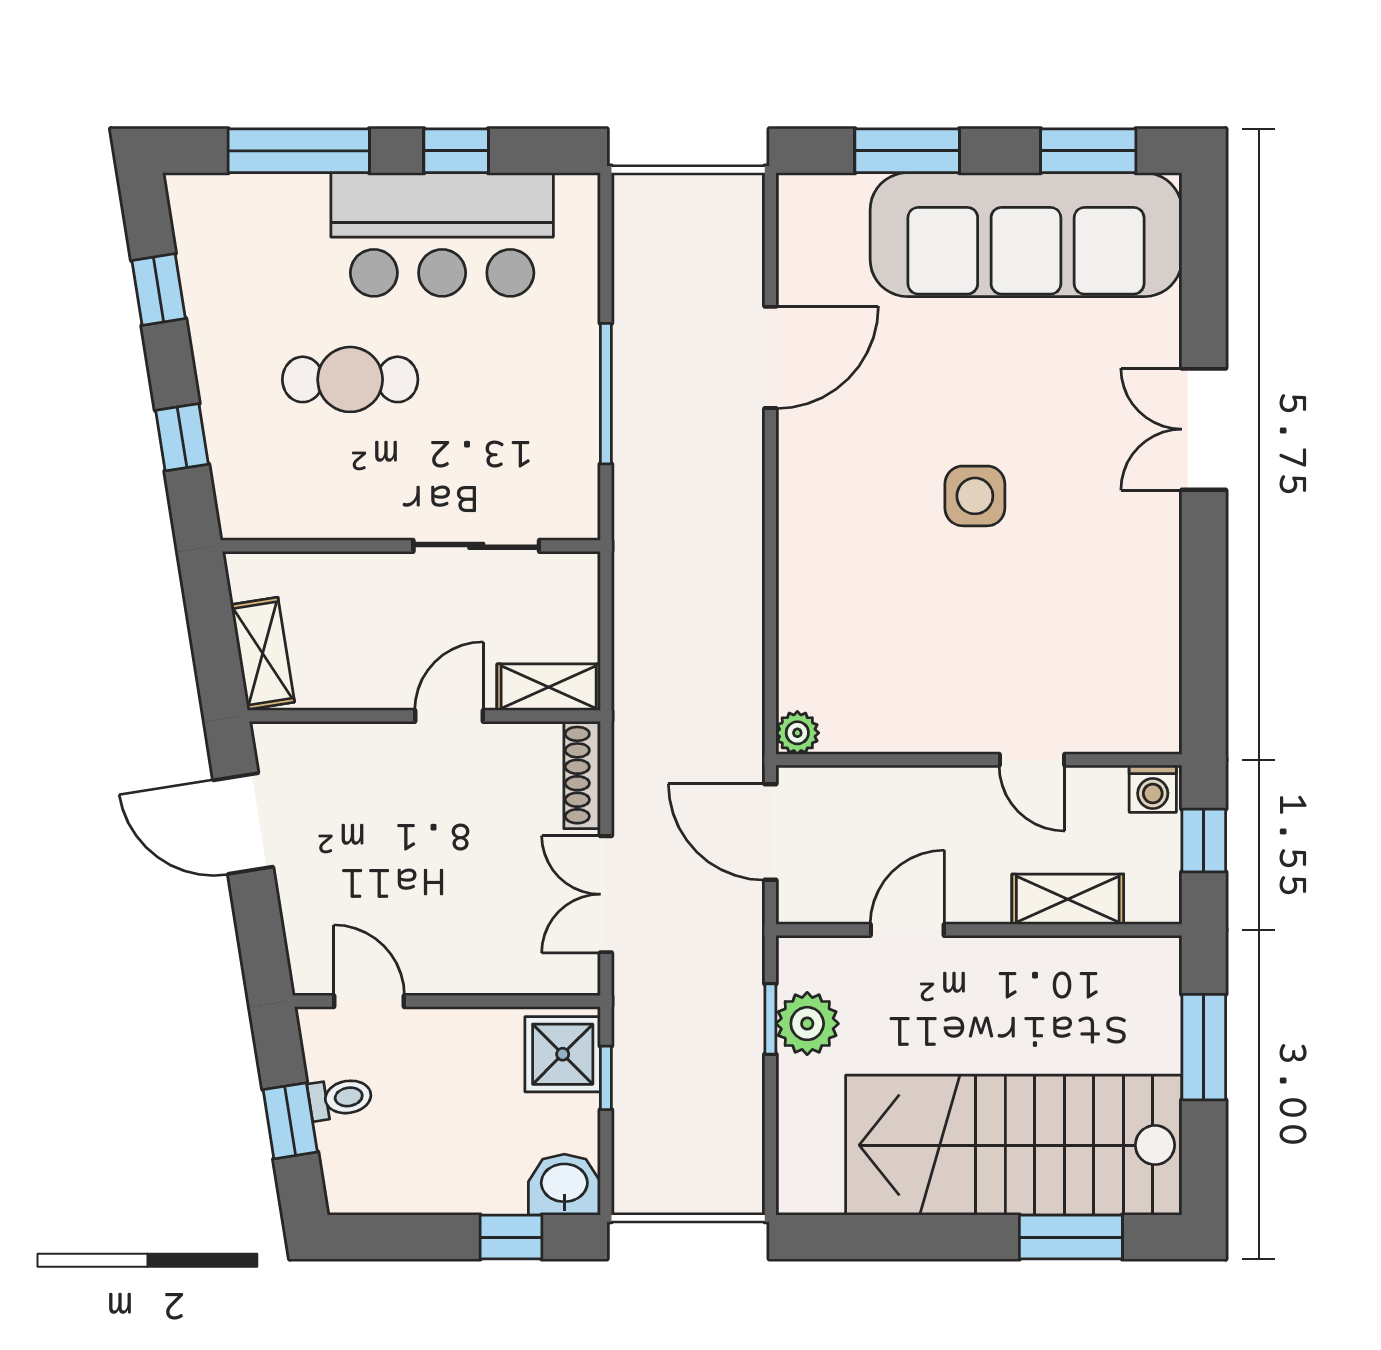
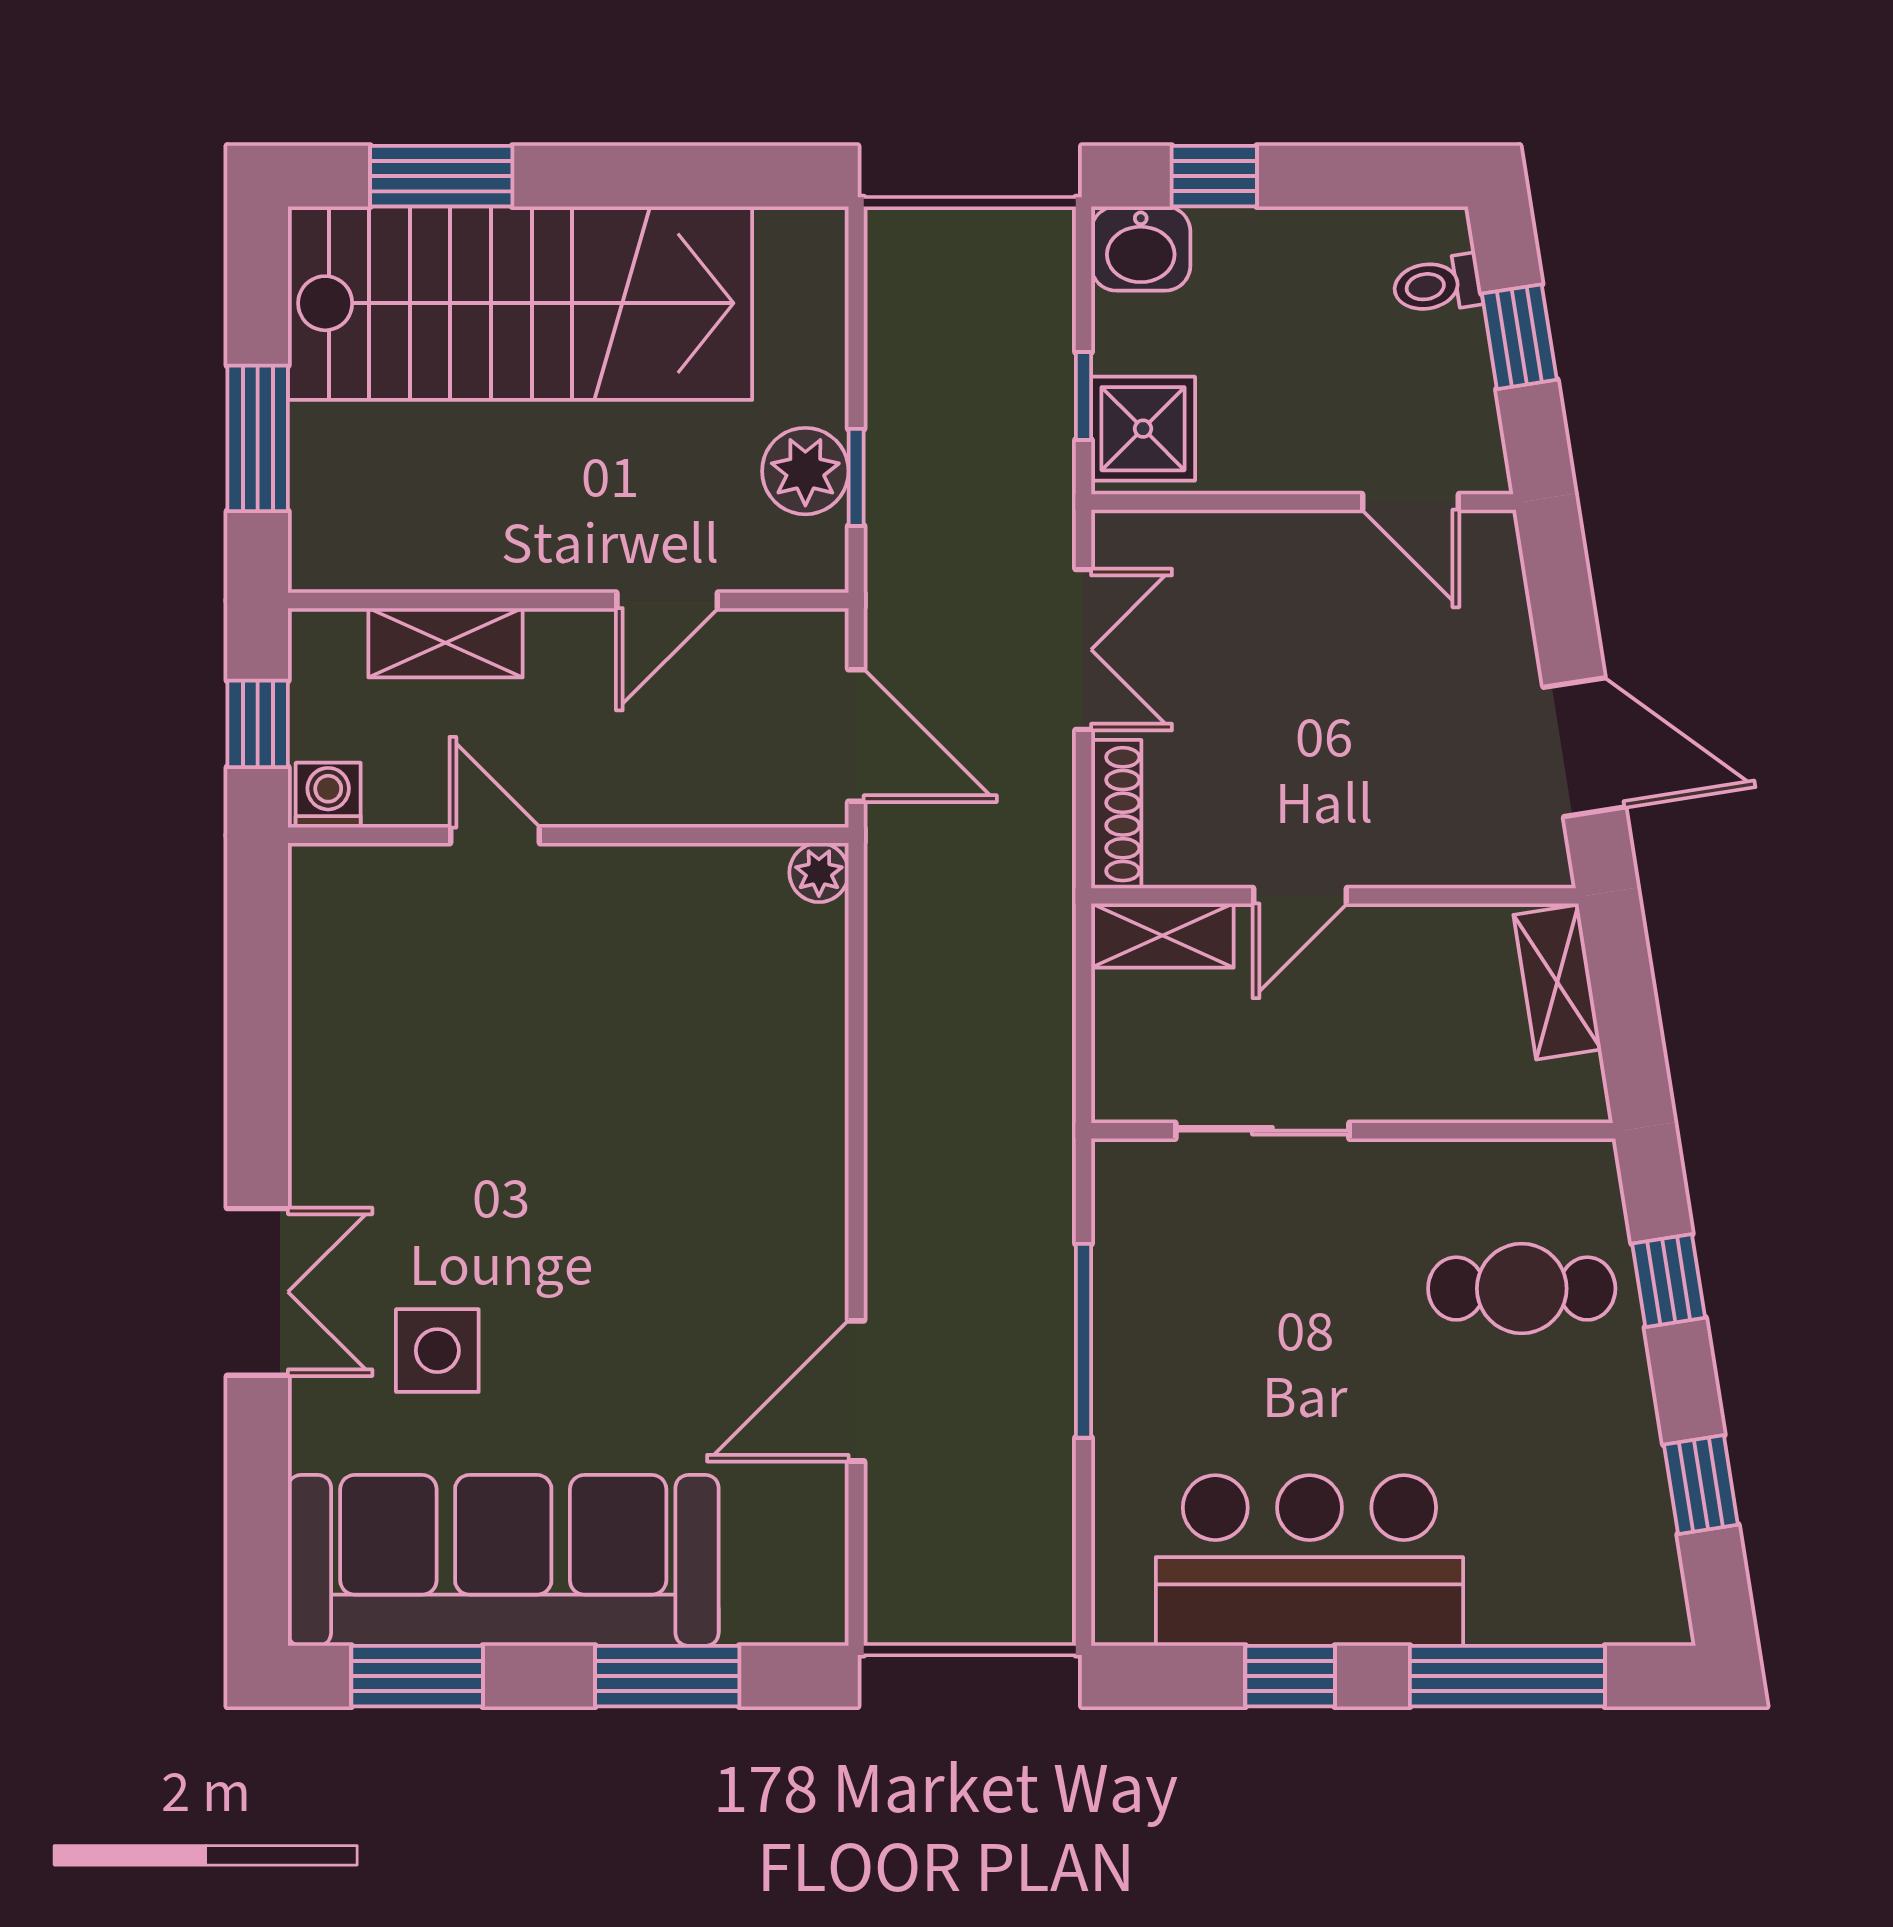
cafe table: (350, 379) -> (1522, 1289), moved
side table: (975, 496) -> (437, 1351), moved
toilet: (340, 1098) -> (1437, 285), moved

